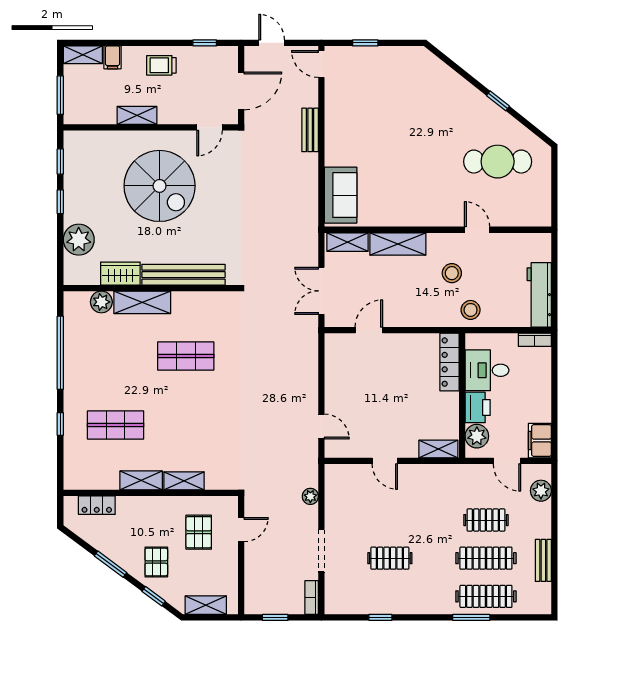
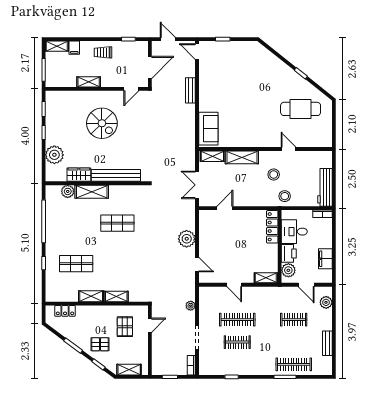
spiral stairs: (160, 186) -> (102, 123), width x0.73, depth x0.73
plant: (304, 382) -> (187, 239), added
filing cabinet: (540, 441) -> (325, 259), moved
clothes rail: (486, 558) -> (237, 320), moved
pallet: (156, 562) -> (100, 344), turned 90

